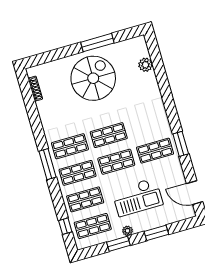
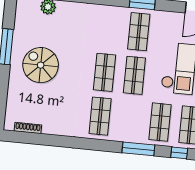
spiral stairs: (93, 78) -> (41, 65), width x0.73, depth x0.73
window: (48, 164) -> (138, 149), moved
shop shelf: (78, 173) -> (130, 119), removed

